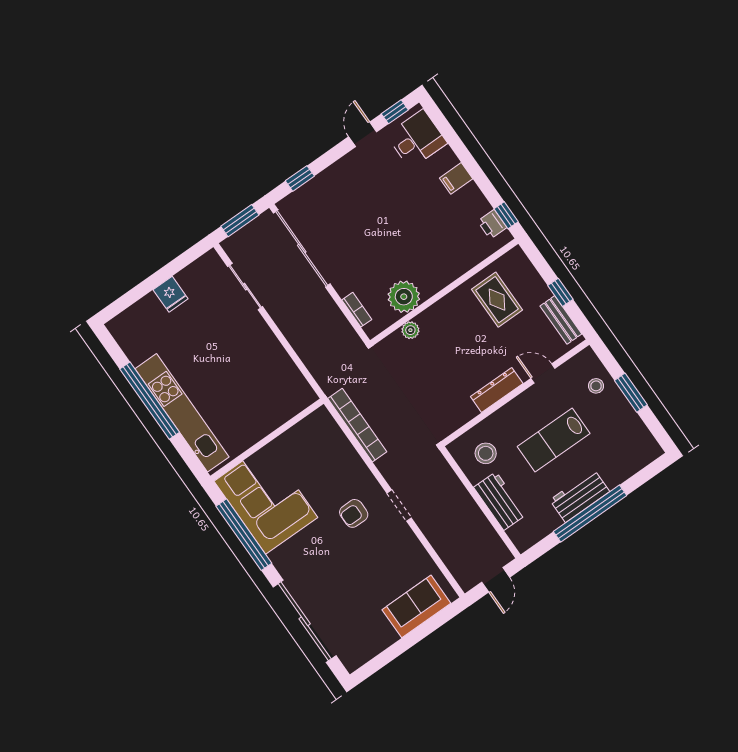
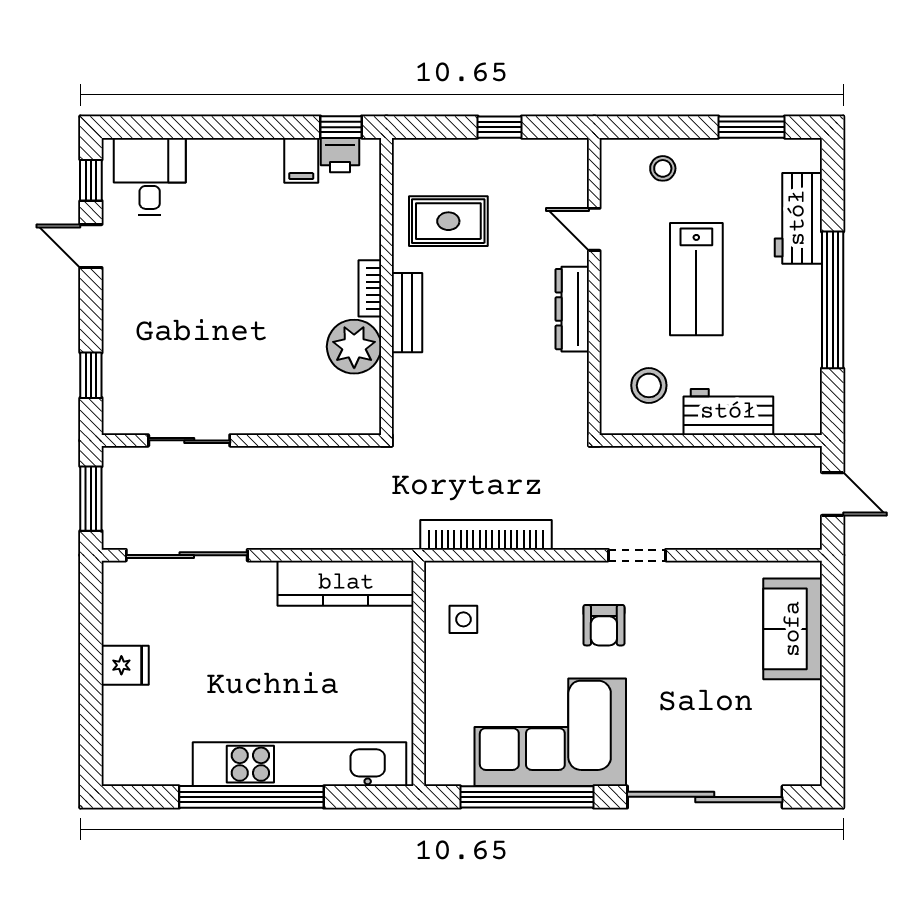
filing cabinet: (456, 178) -> (301, 160), moved
sliding door: (302, 249) -> (189, 440), width x0.54
sliding door: (245, 287) -> (187, 555), width x1.37
bookcase: (357, 310) -> (370, 288), moved, turned -90
bench: (561, 320) -> (407, 313), moved, turned 90
plant: (410, 330) -> (407, 370), removed
kitchen counter: (286, 373) -> (346, 583), added
door: (543, 373) -> (594, 229), hinge flipped
window: (631, 393) -> (751, 127), moved
side table: (308, 443) -> (463, 619), added
workbench: (580, 496) -> (798, 218), moved
corner sofa: (266, 499) -> (550, 732), moved

